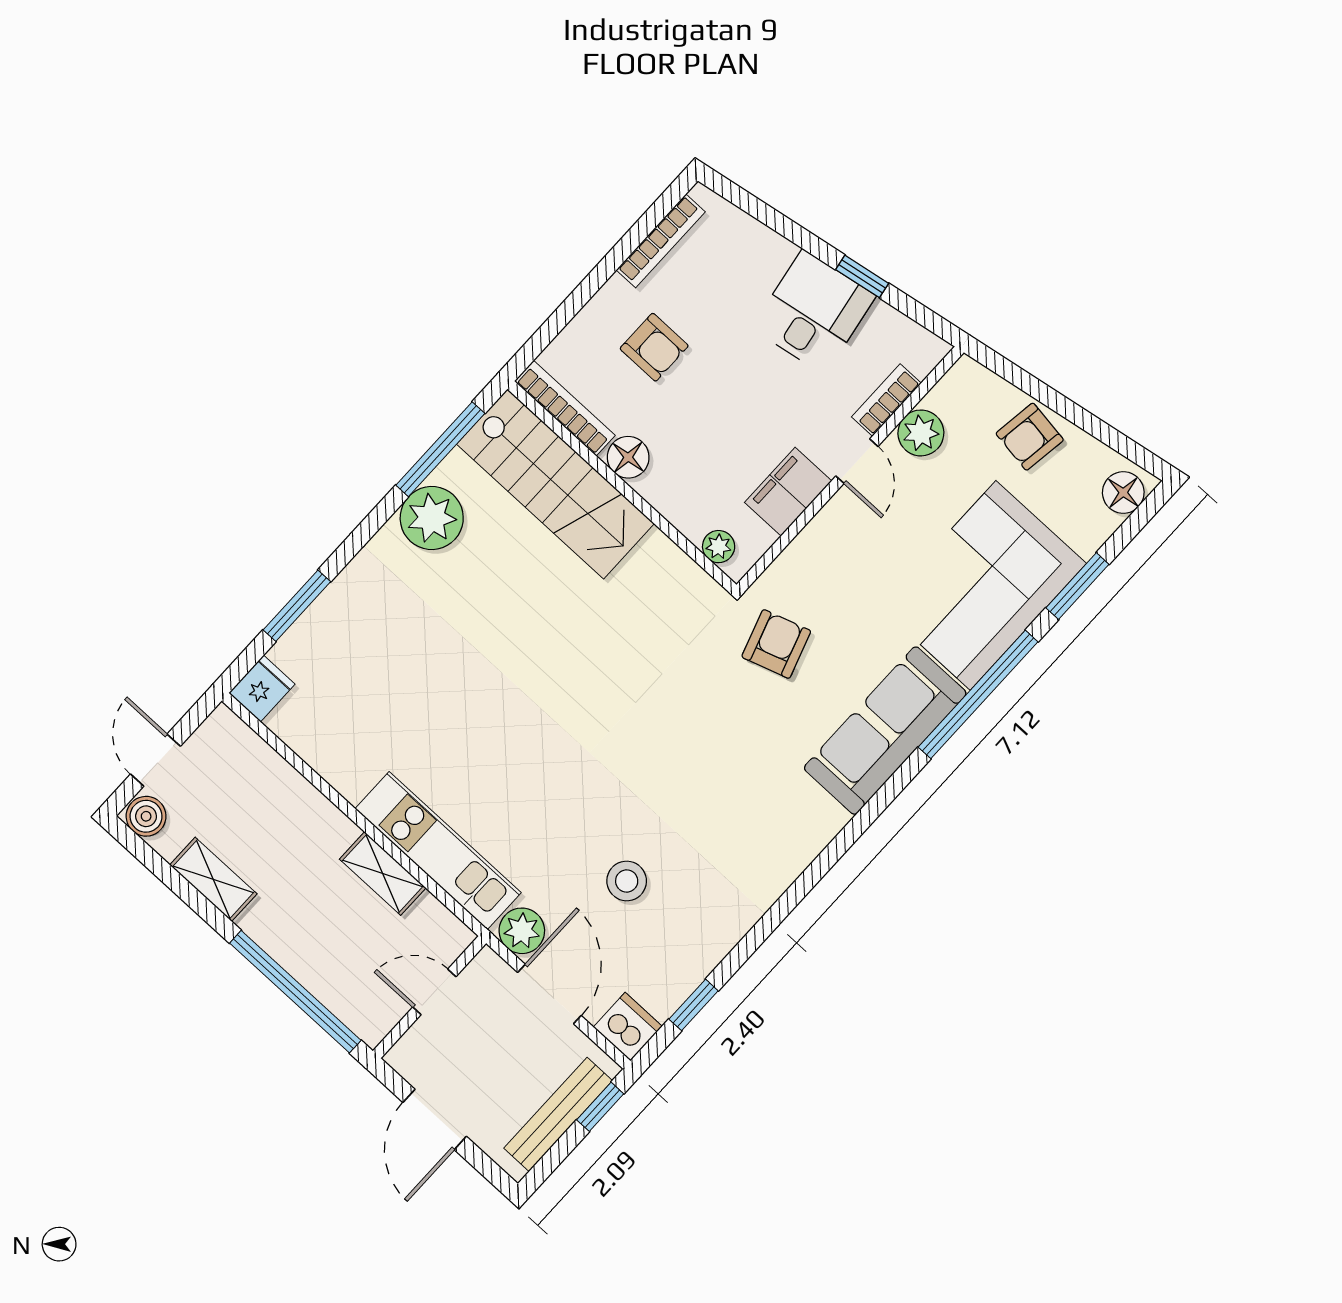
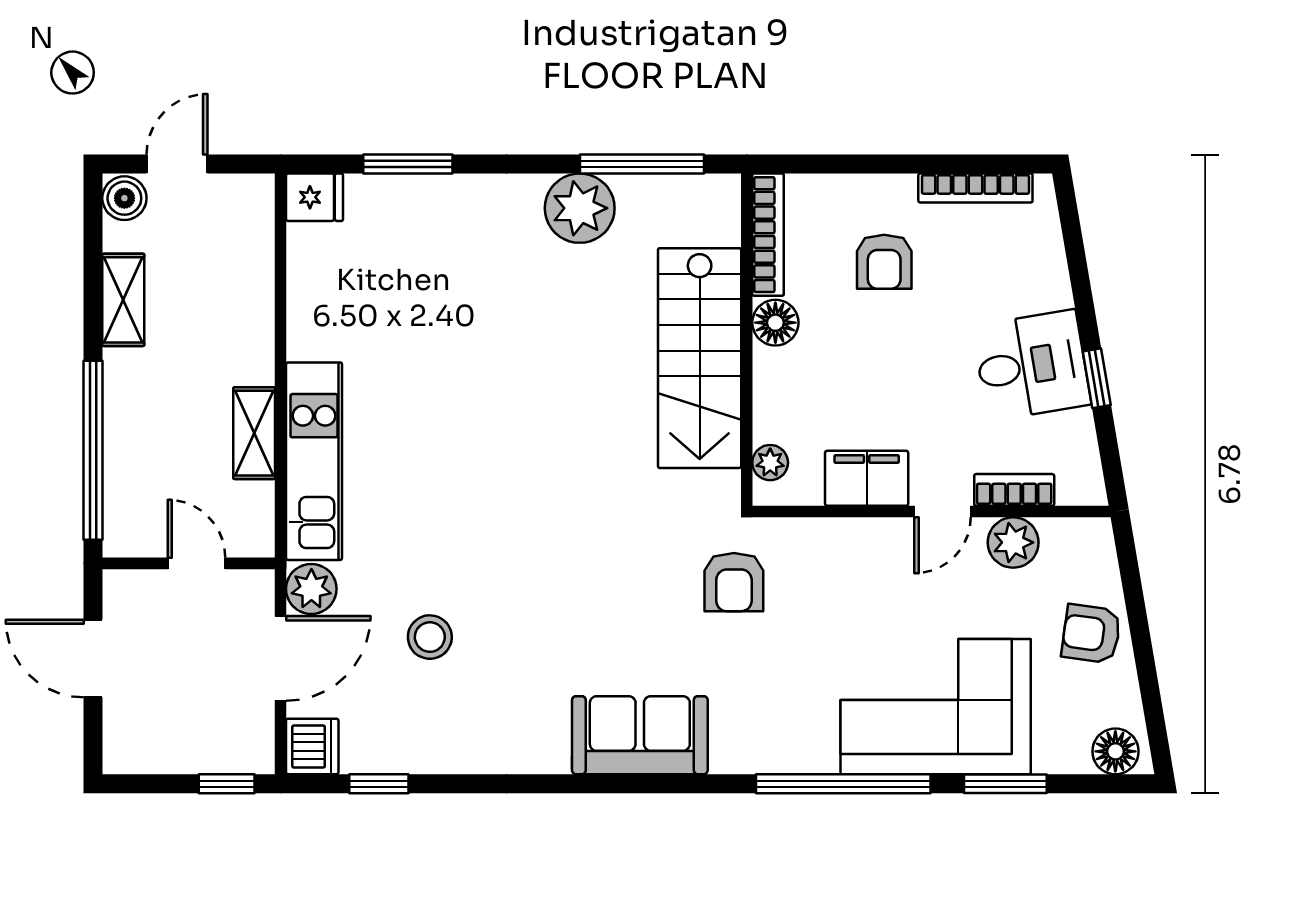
stairs: (555, 484) -> (700, 358), moved
armchair: (776, 644) -> (734, 582), turned 108
sofa: (885, 731) -> (640, 735), moved, width x0.73
bench: (558, 1114) -> (189, 755), removed
door: (435, 1119) -> (93, 659), hinge flipped

